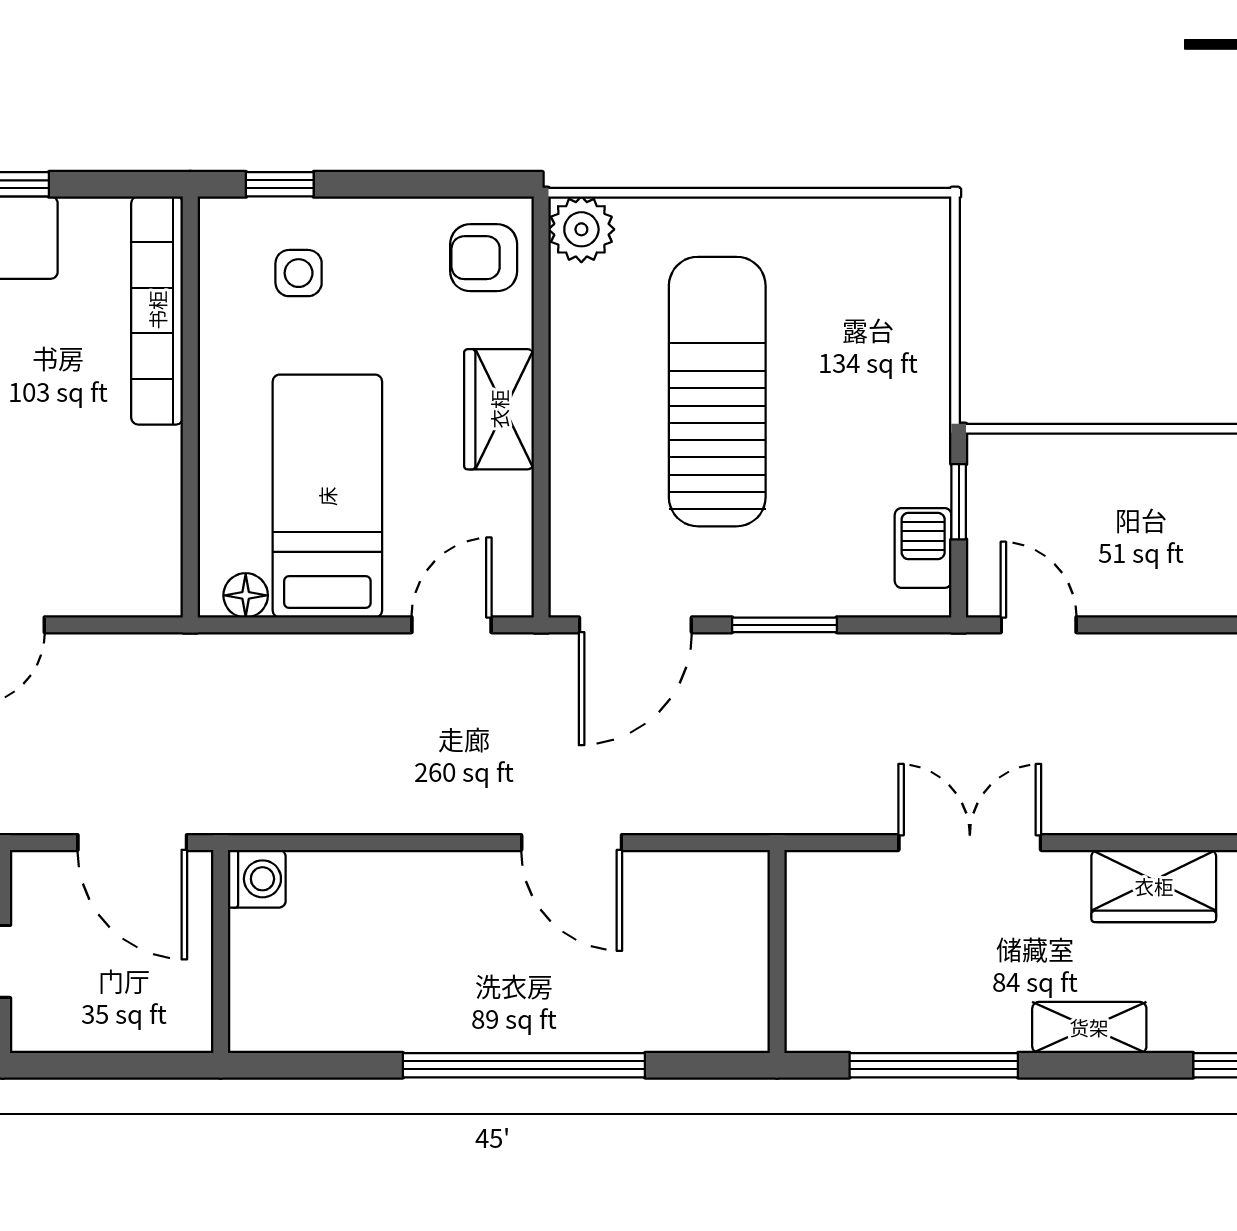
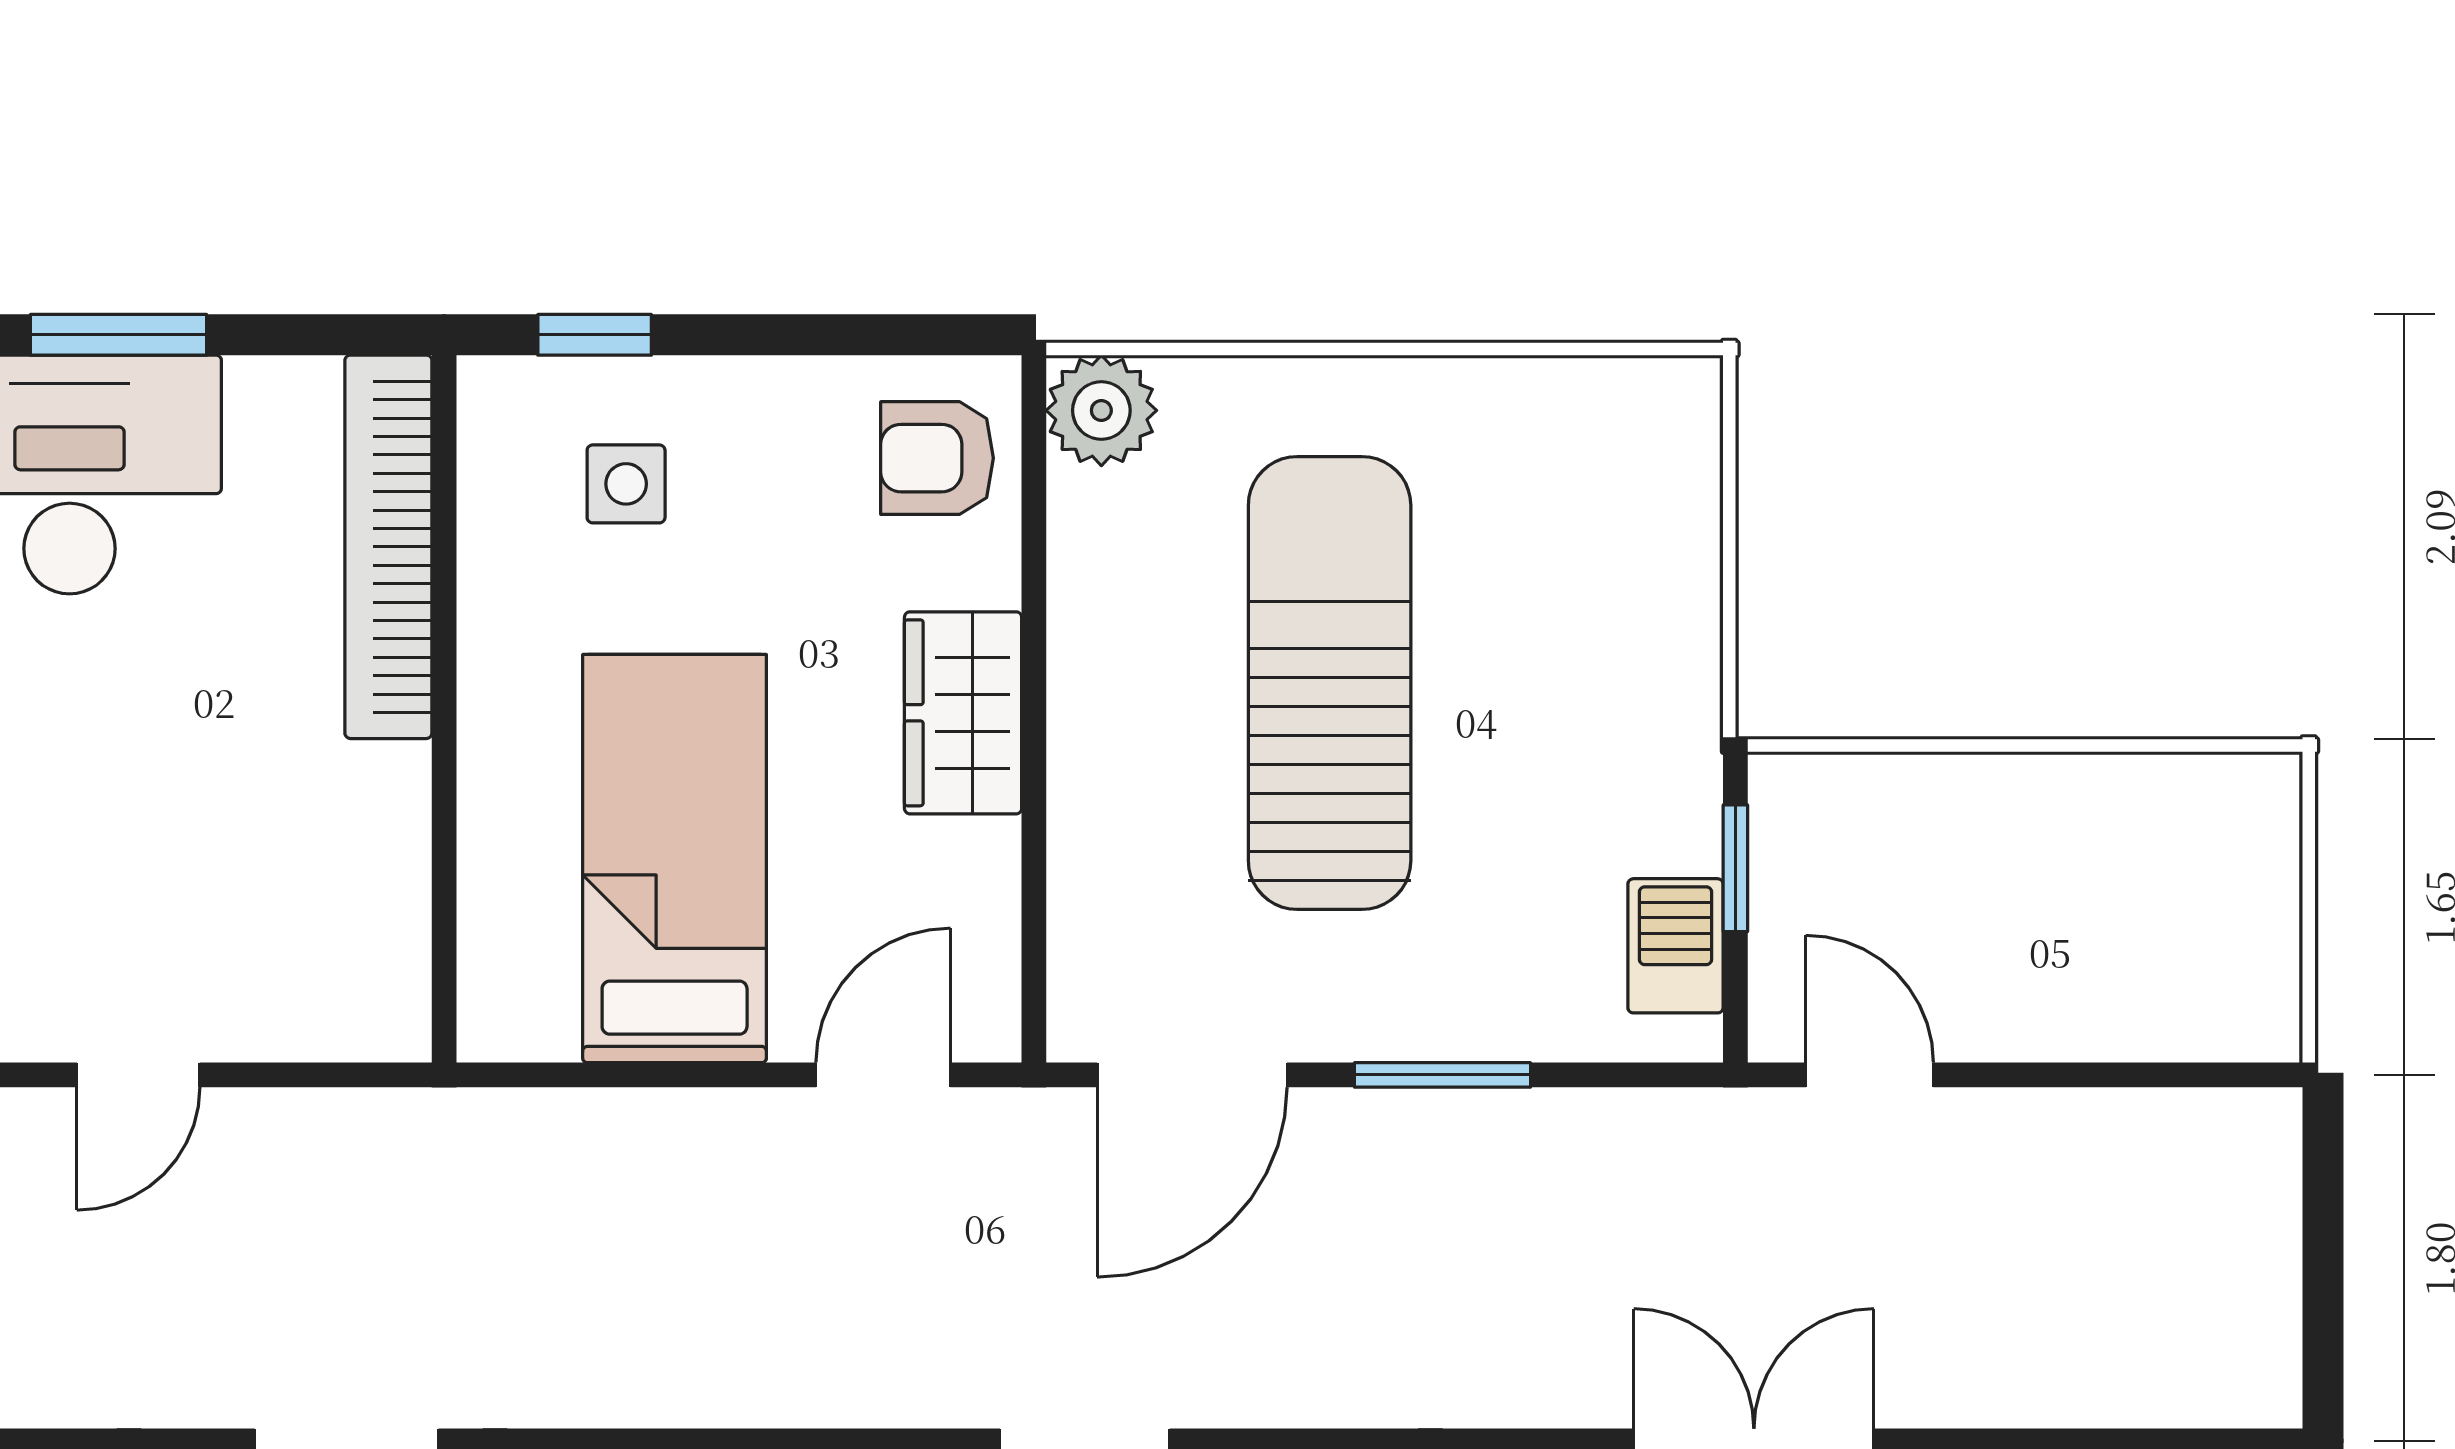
floor lamp: (246, 595) -> (537, 1025), removed

